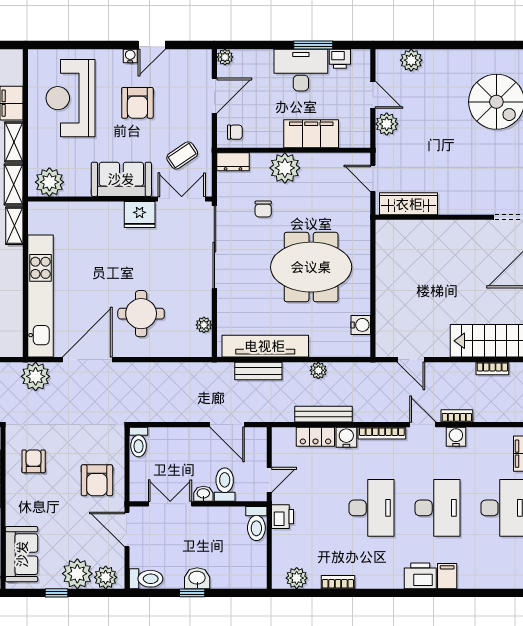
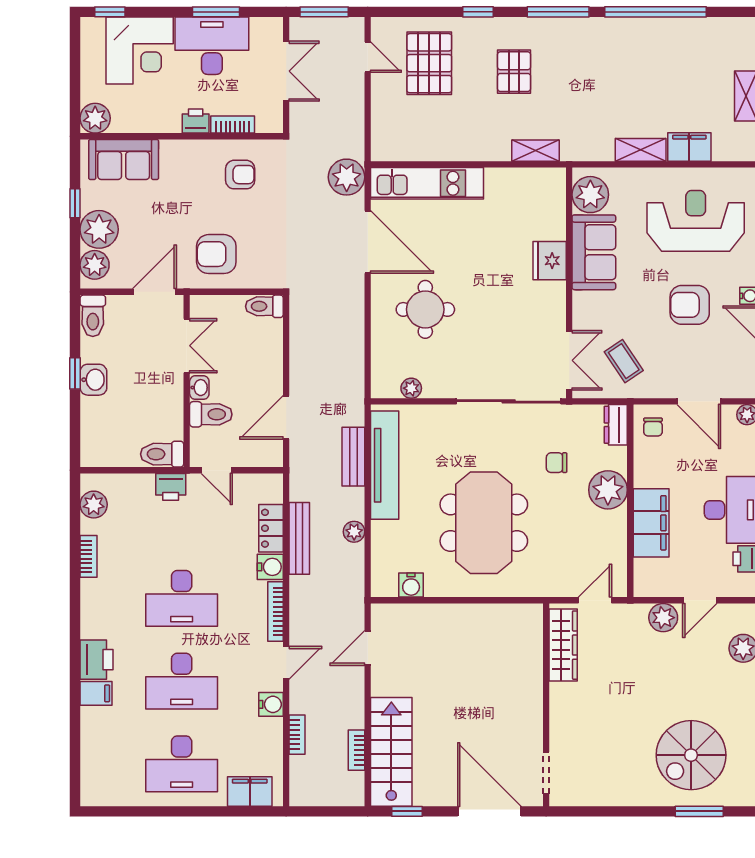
sofa: (121, 179) -> (594, 252), moved
shelving: (14, 185) -> (587, 150), removed
fridge: (140, 215) -> (550, 261), moved
kitchen unit: (40, 296) -> (427, 183), width x0.73
bookcase: (457, 416) -> (297, 735), moved

